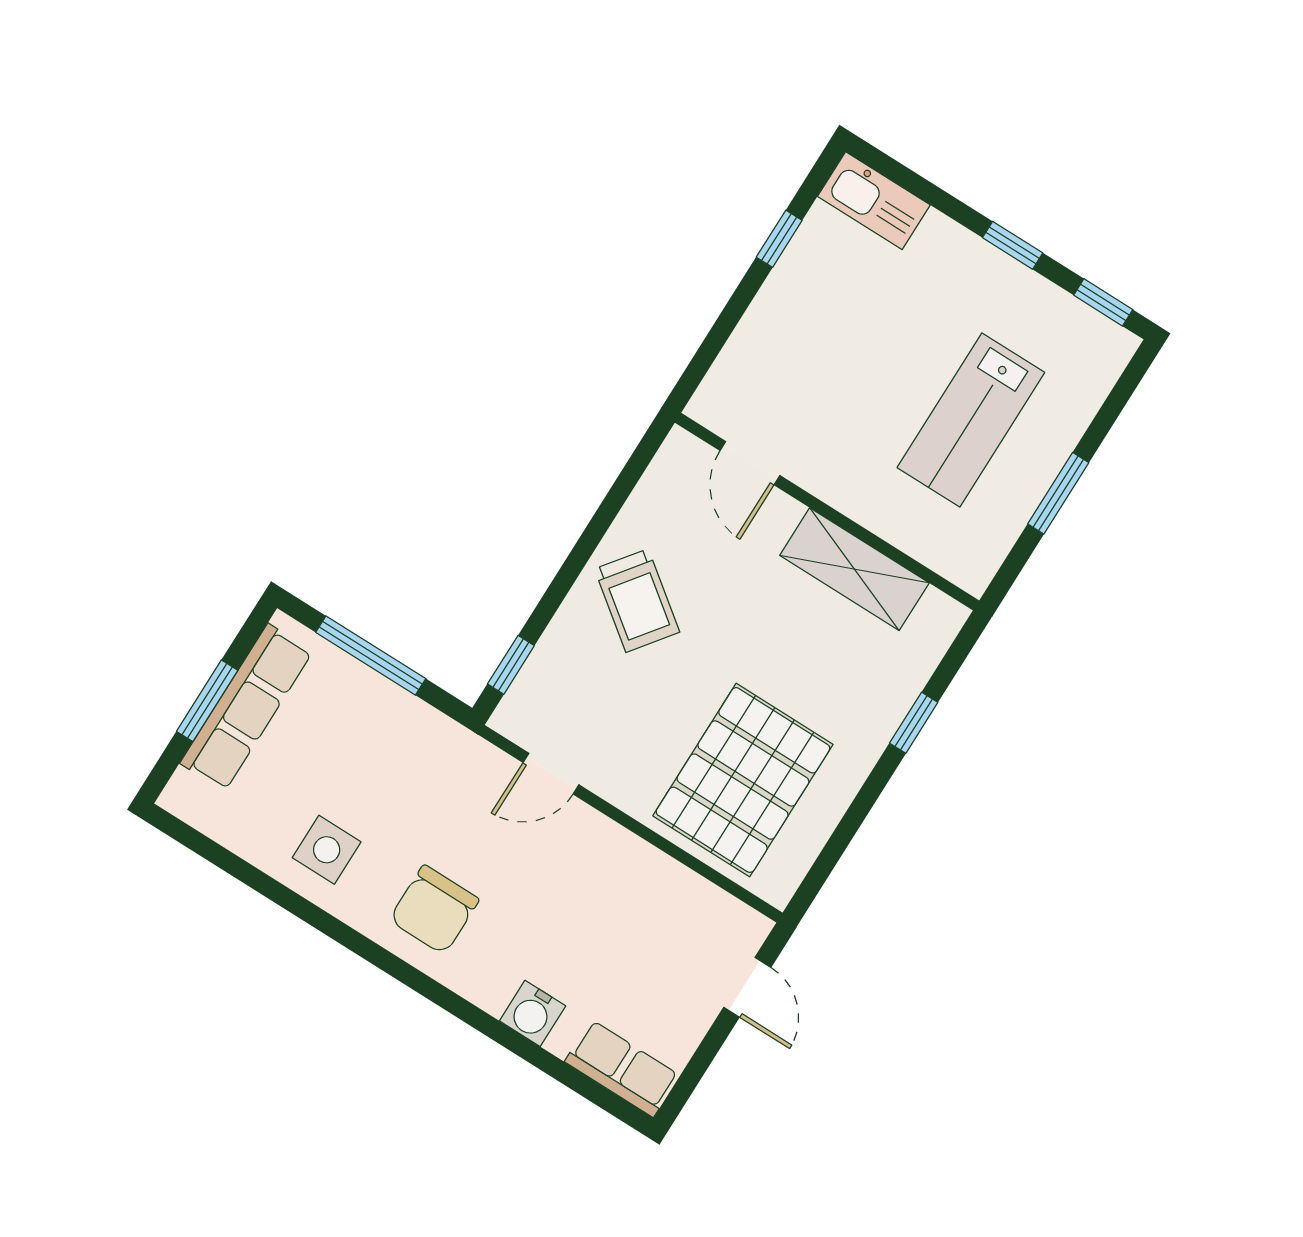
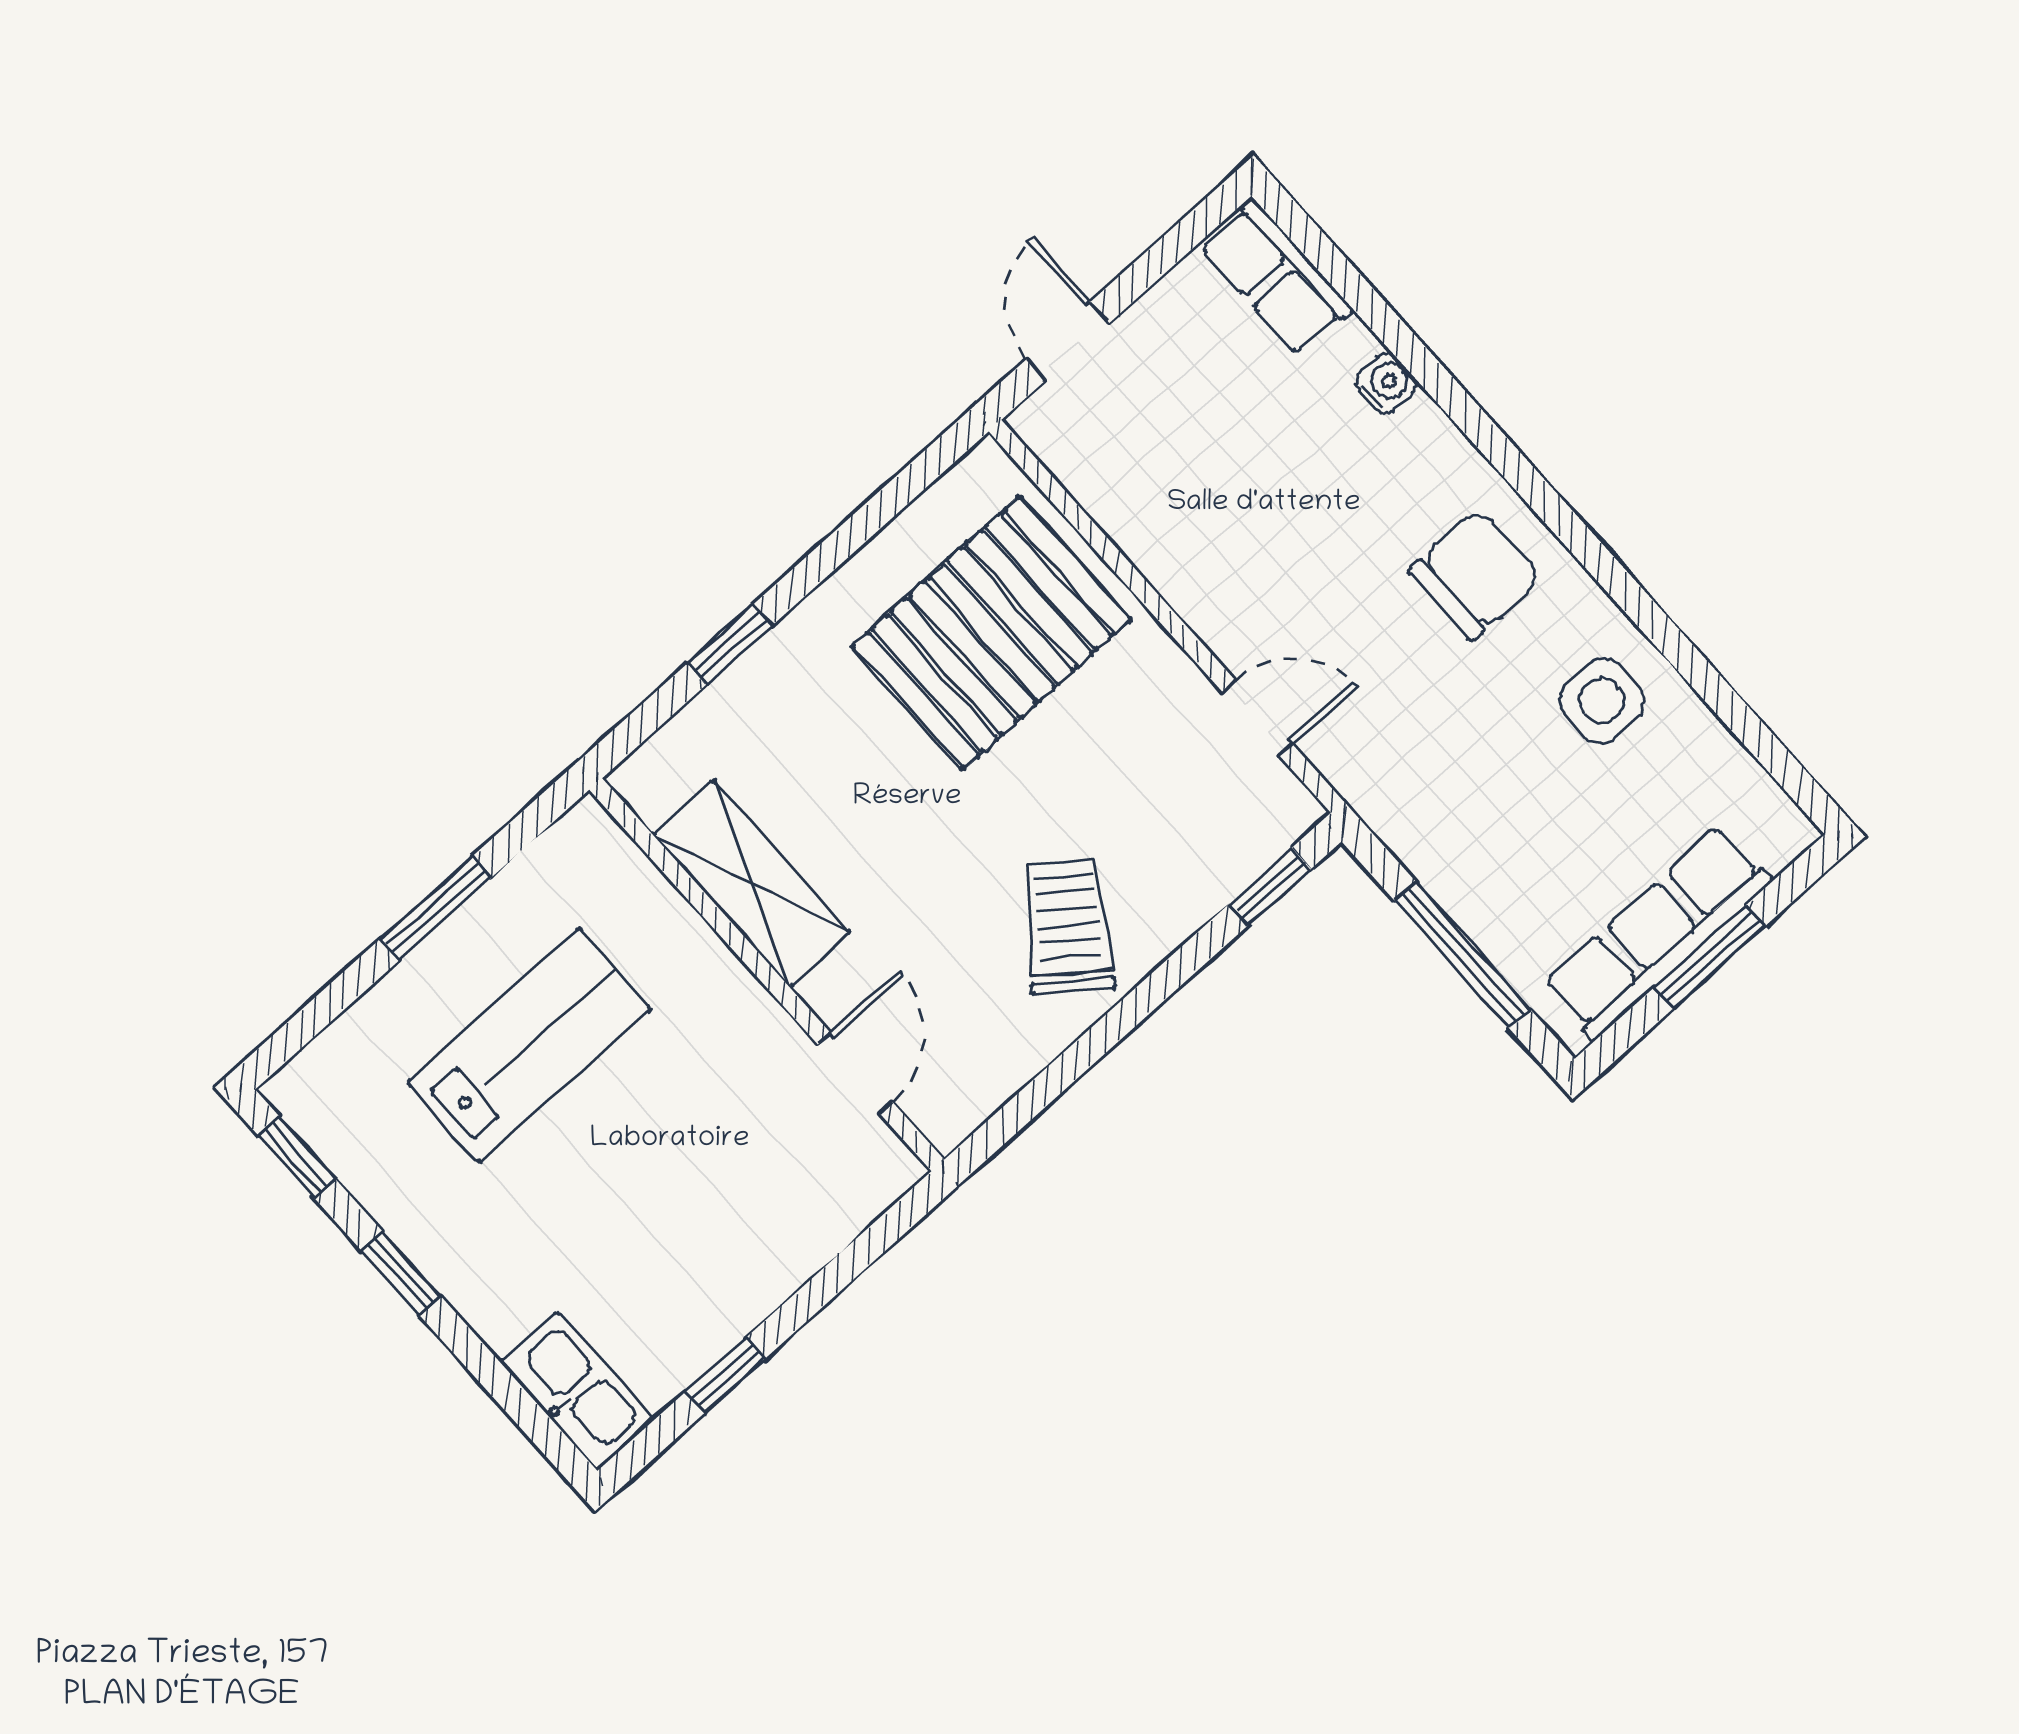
water cooler: (533, 1013) -> (1386, 383), width x0.72, depth x0.72

